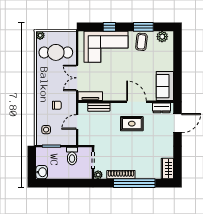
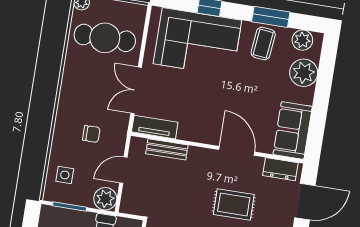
plant: (166, 54) -> (304, 73), added
rug: (132, 124) -> (234, 205), moved
plant: (70, 139) -> (105, 199), added

